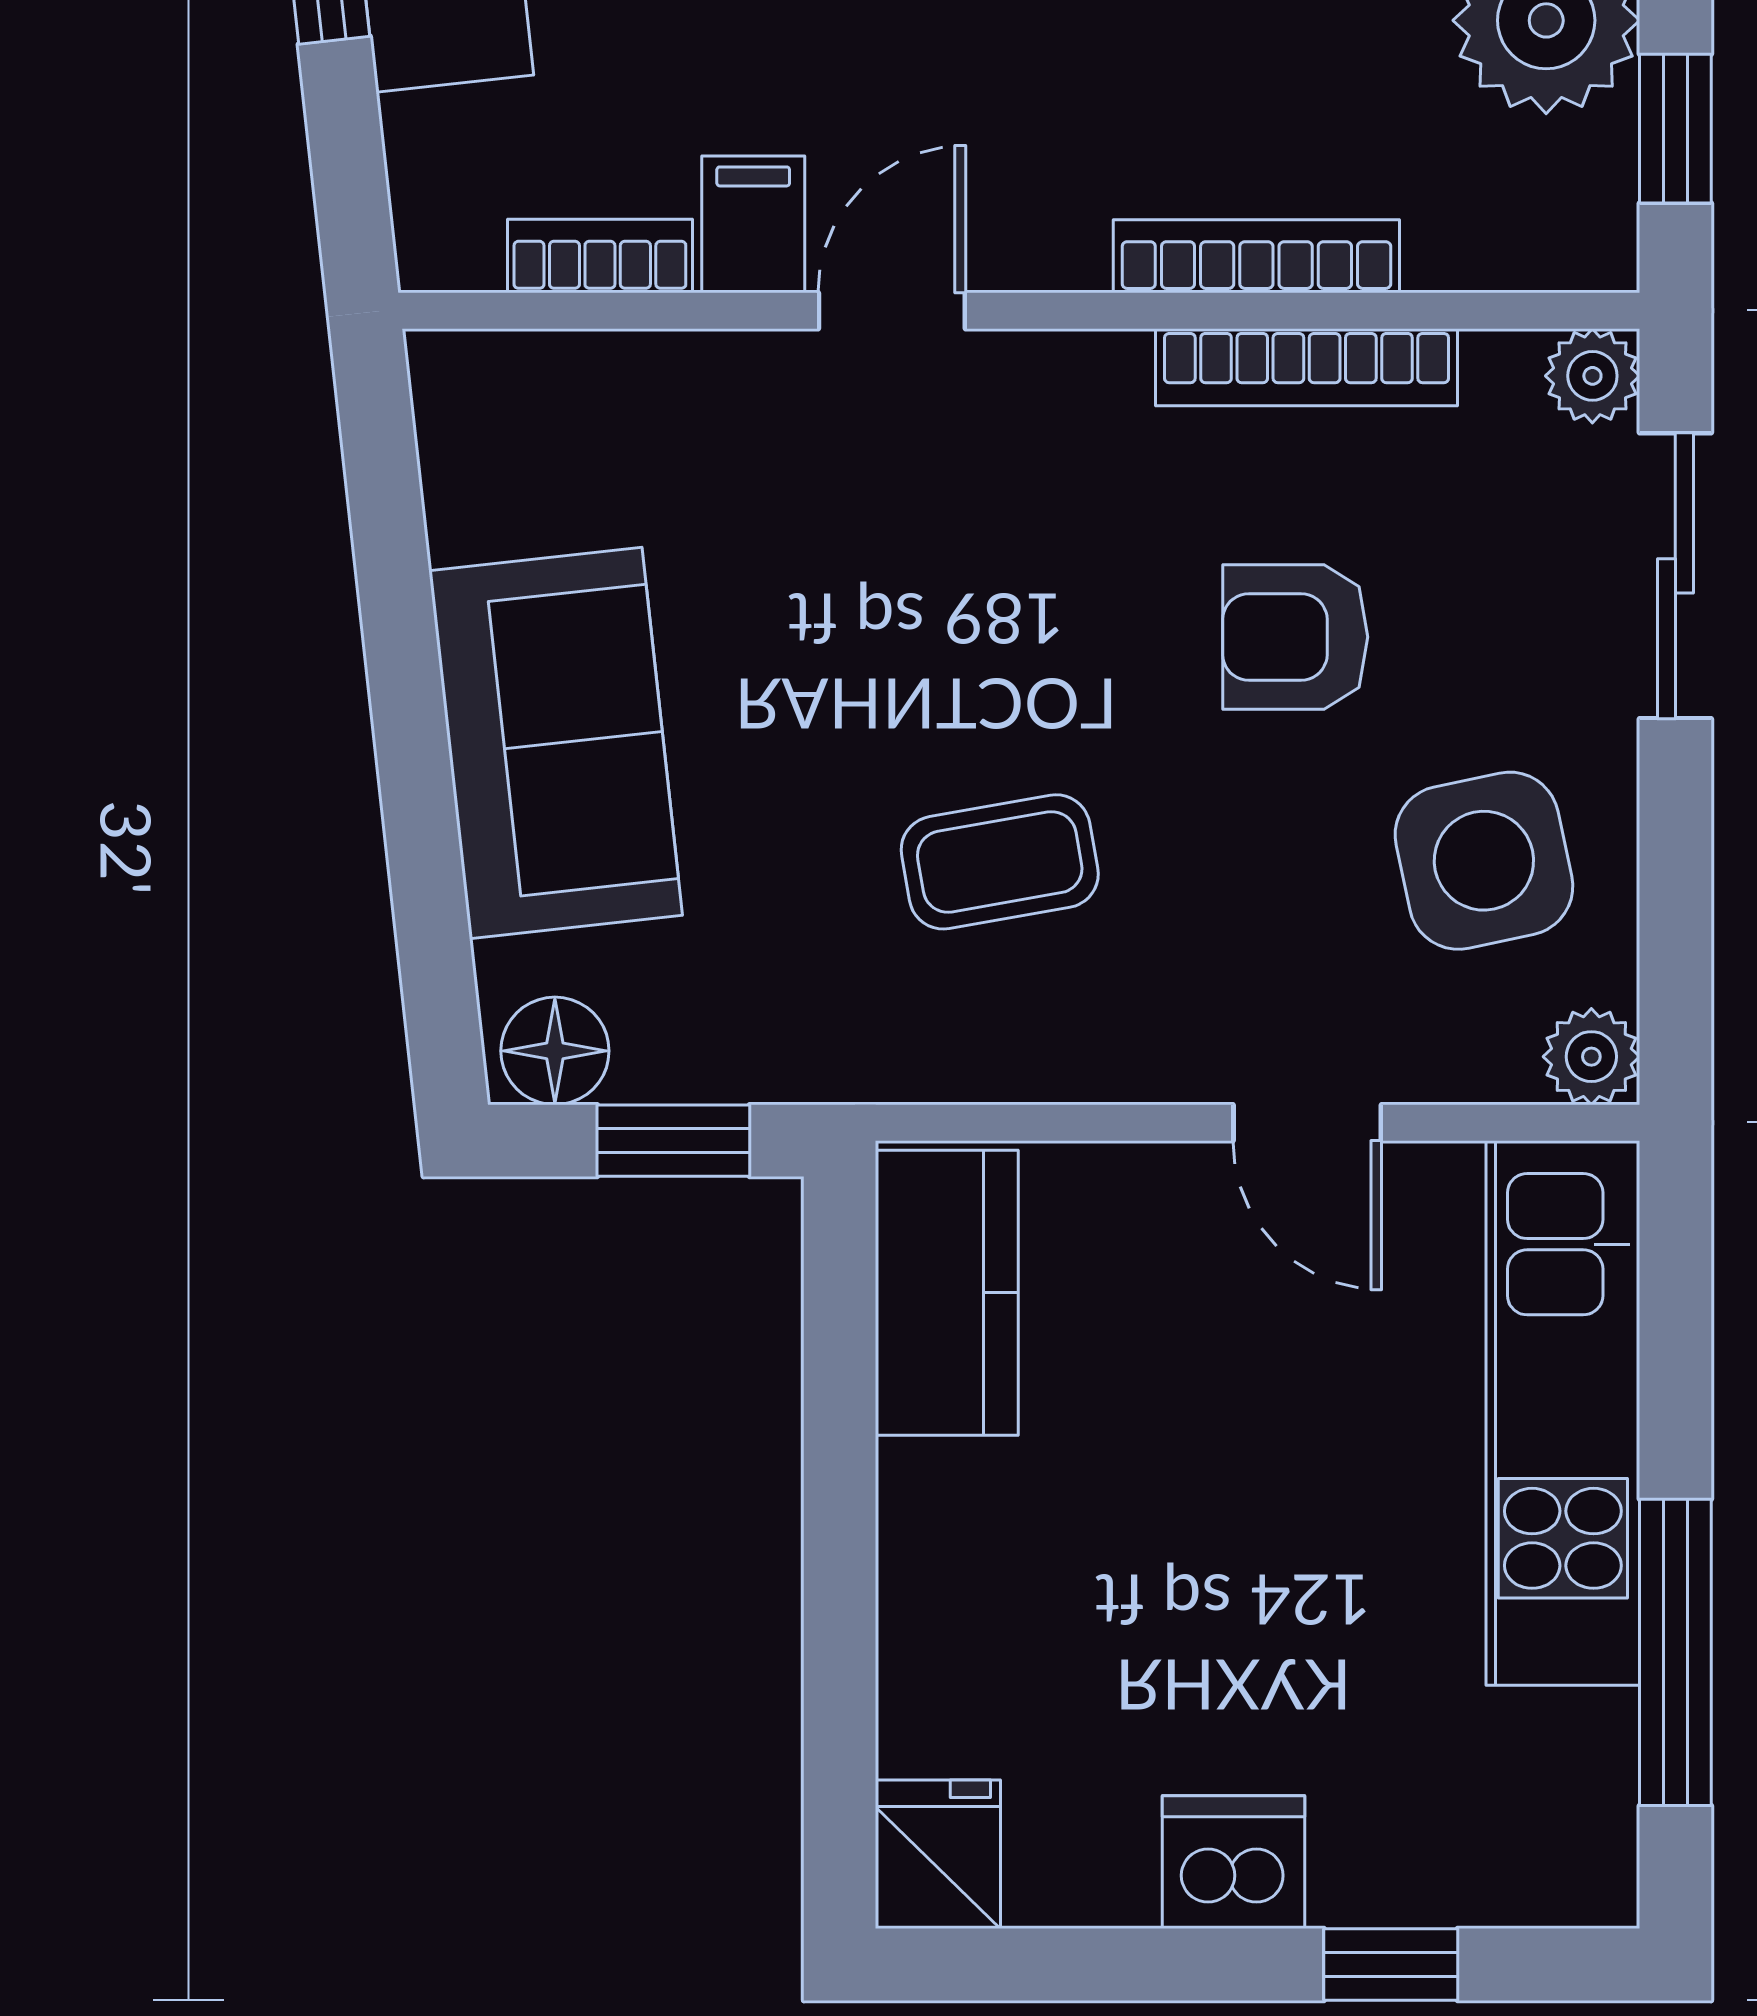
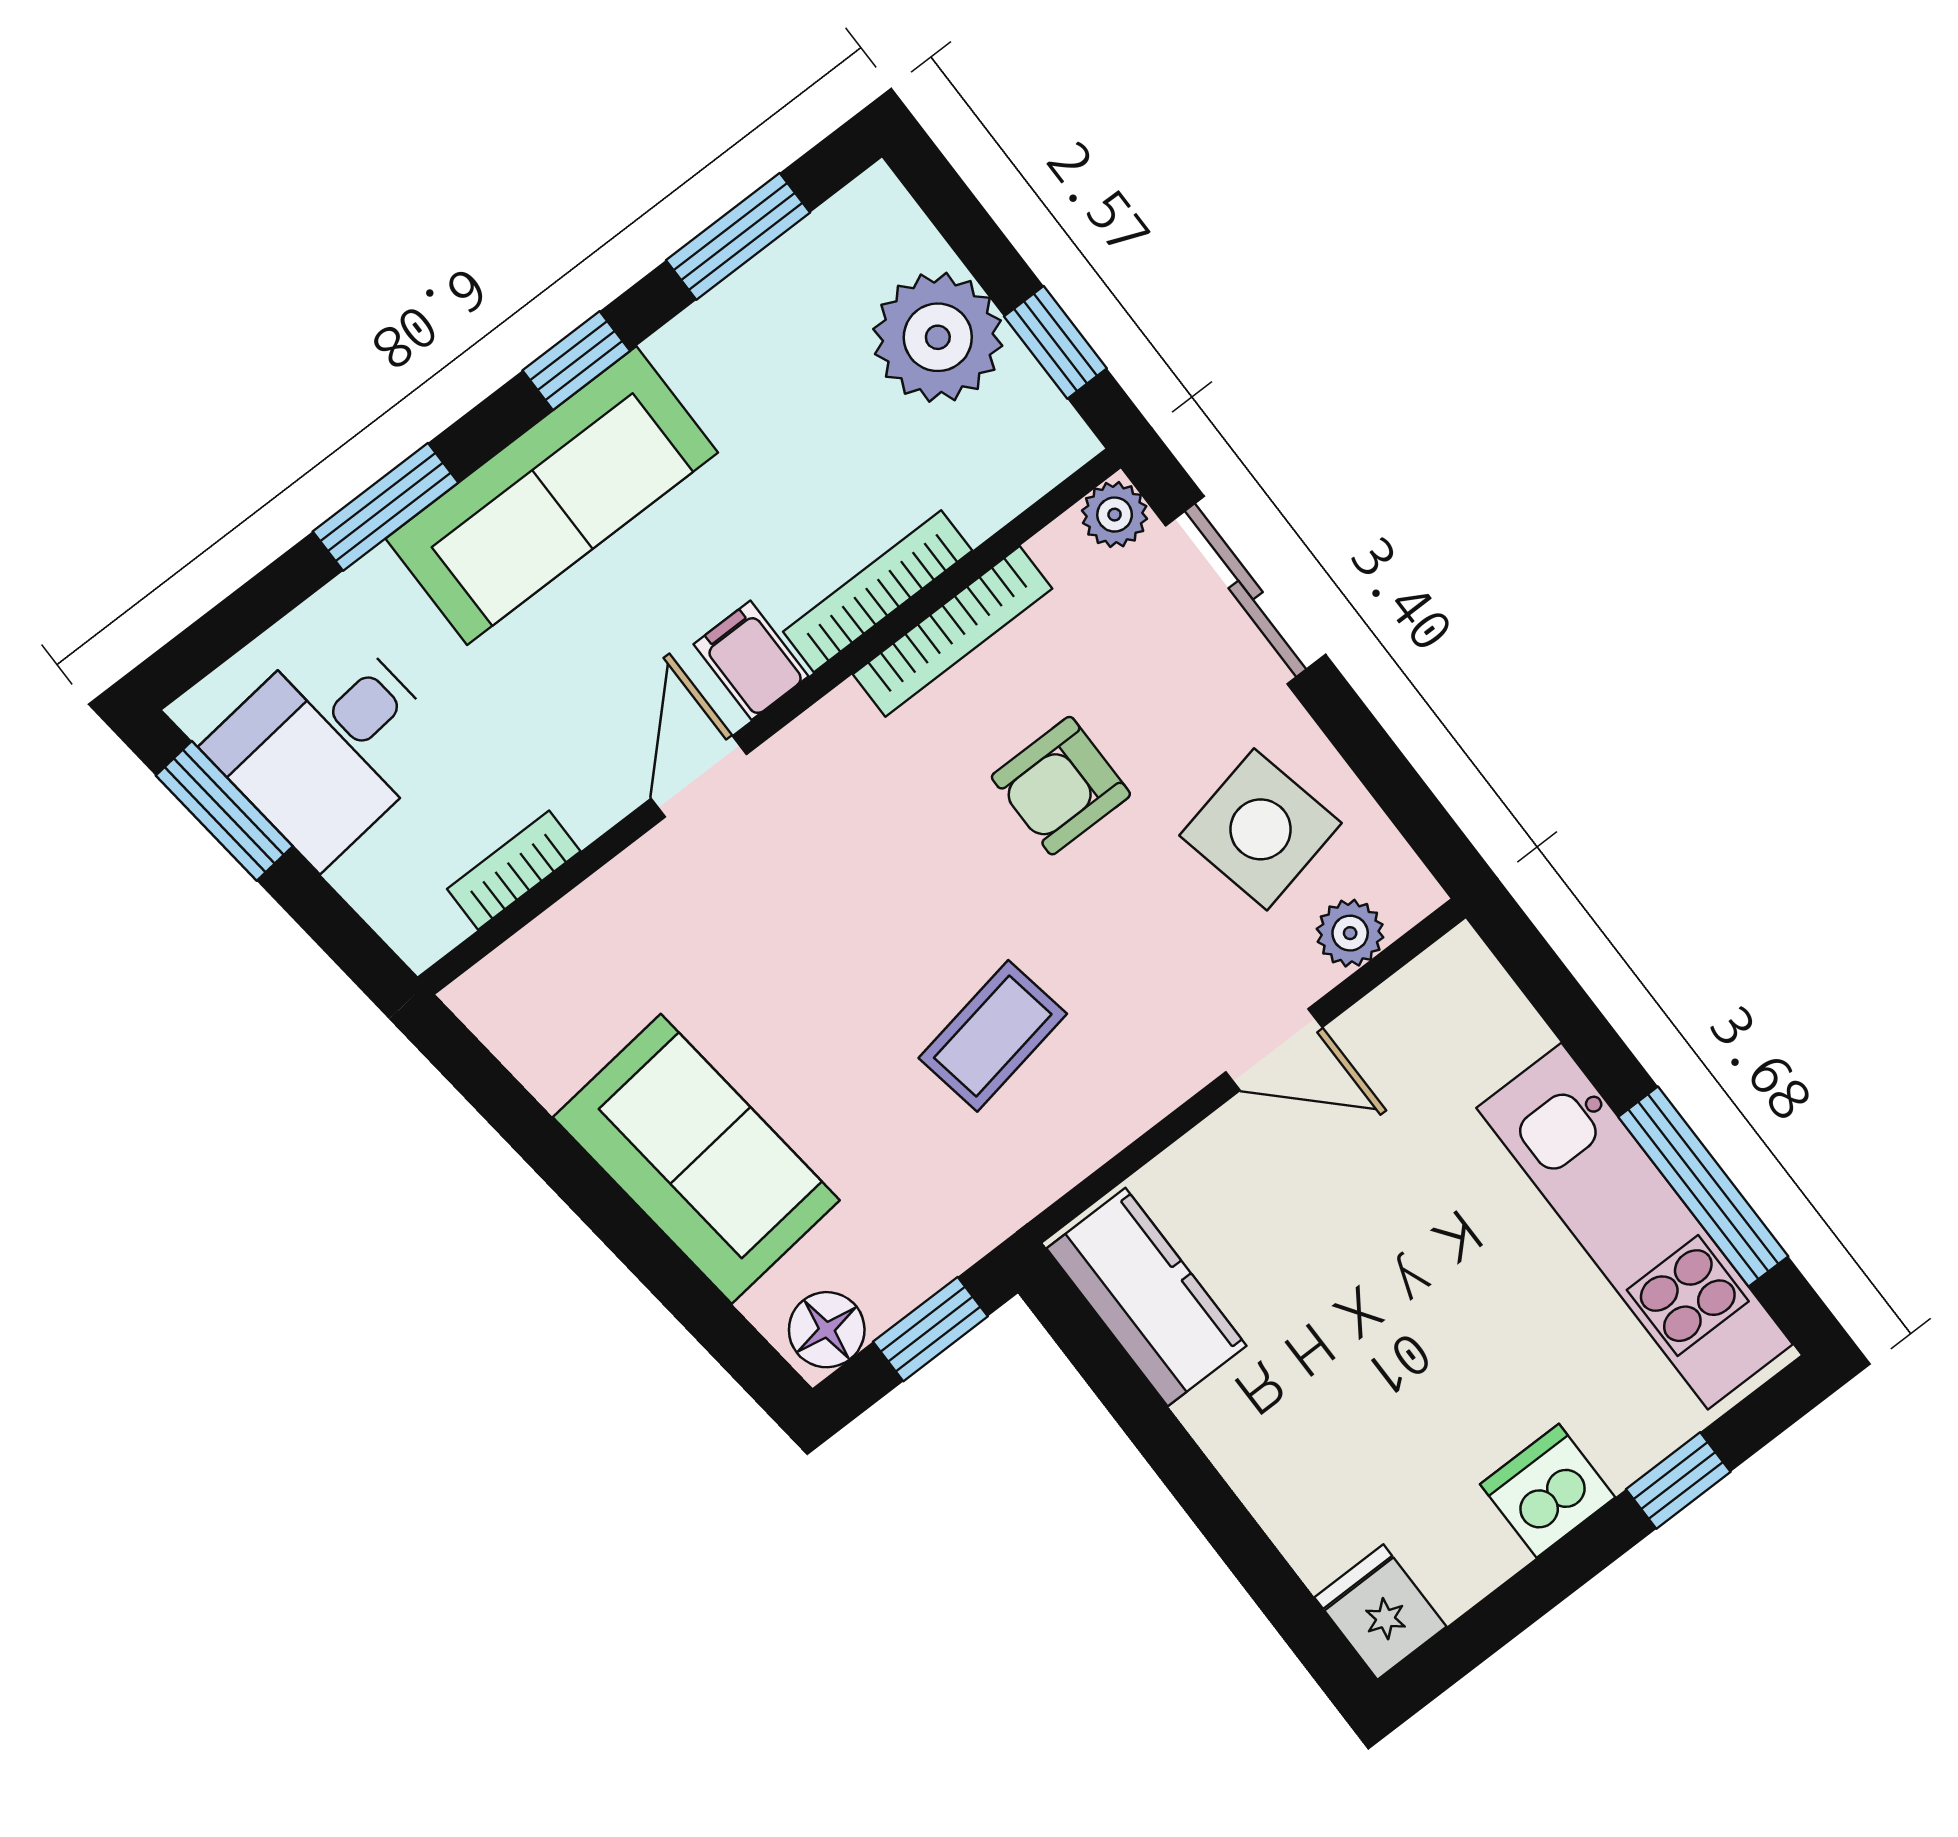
filing cabinet: (753, 224) -> (751, 660), moved
plant: (1591, 1057) -> (1350, 933), moved
kitchen unit: (1563, 1413) -> (1635, 1226), moved

